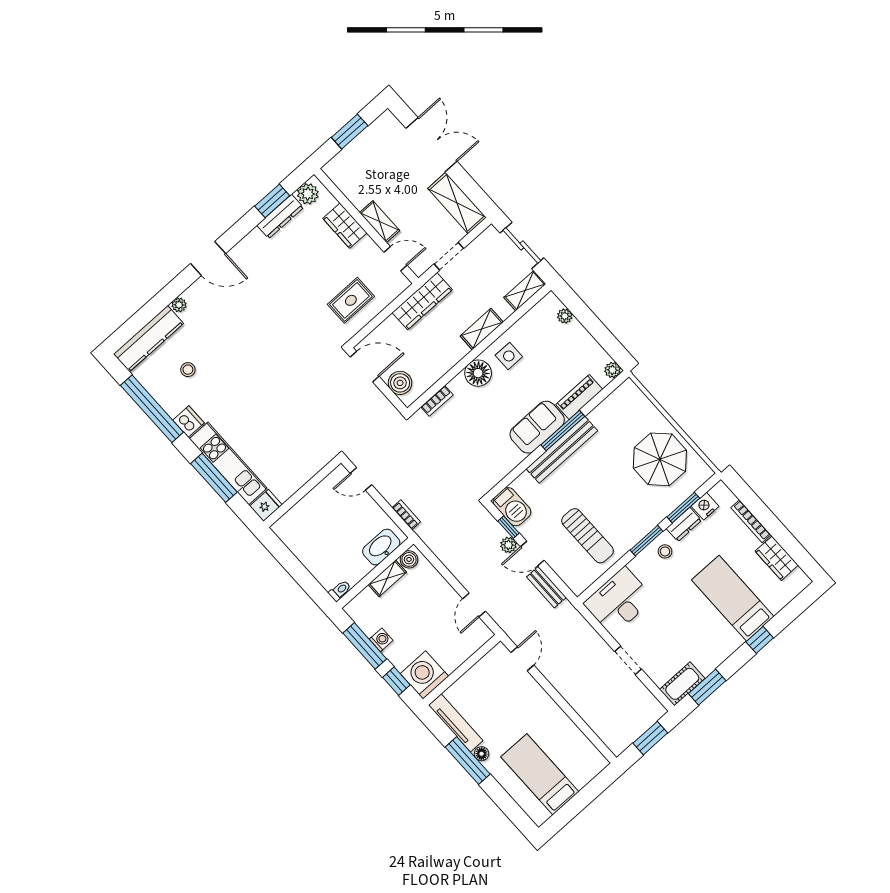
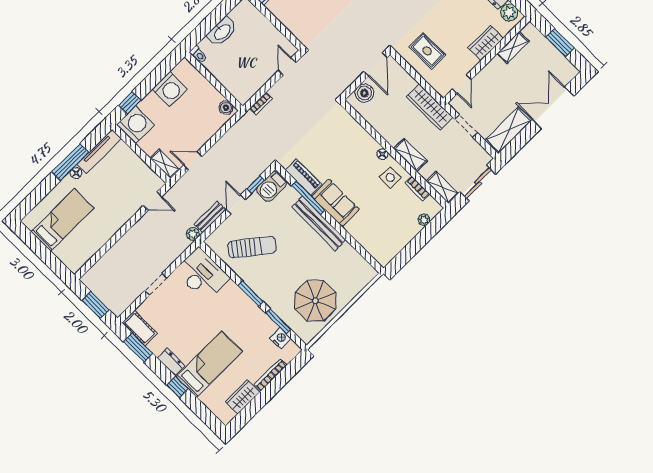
double door: (432, 145) -> (553, 108), swing flipped
shelving: (380, 222) -> (513, 48), moved
plant: (612, 370) -> (384, 260), removed
floor lamp: (478, 373) -> (382, 154), width x0.53, depth x0.53
piano: (579, 397) -> (304, 177), moved
bookcase: (437, 401) -> (417, 188), moved
window: (563, 431) -> (308, 198), moved
dresser: (684, 524) -> (171, 362), moved, turned 180
sun lounger: (588, 536) -> (252, 247), turned -142
plant: (508, 545) -> (193, 234), moved
washbasin: (381, 547) -> (222, 32), moved, turned 90
stool: (665, 551) -> (243, 309), removed
shelving: (387, 578) -> (165, 164), moved
washing machine: (381, 640) -> (170, 89), width x1.89, depth x1.89
window: (365, 646) -> (156, 77), removed

